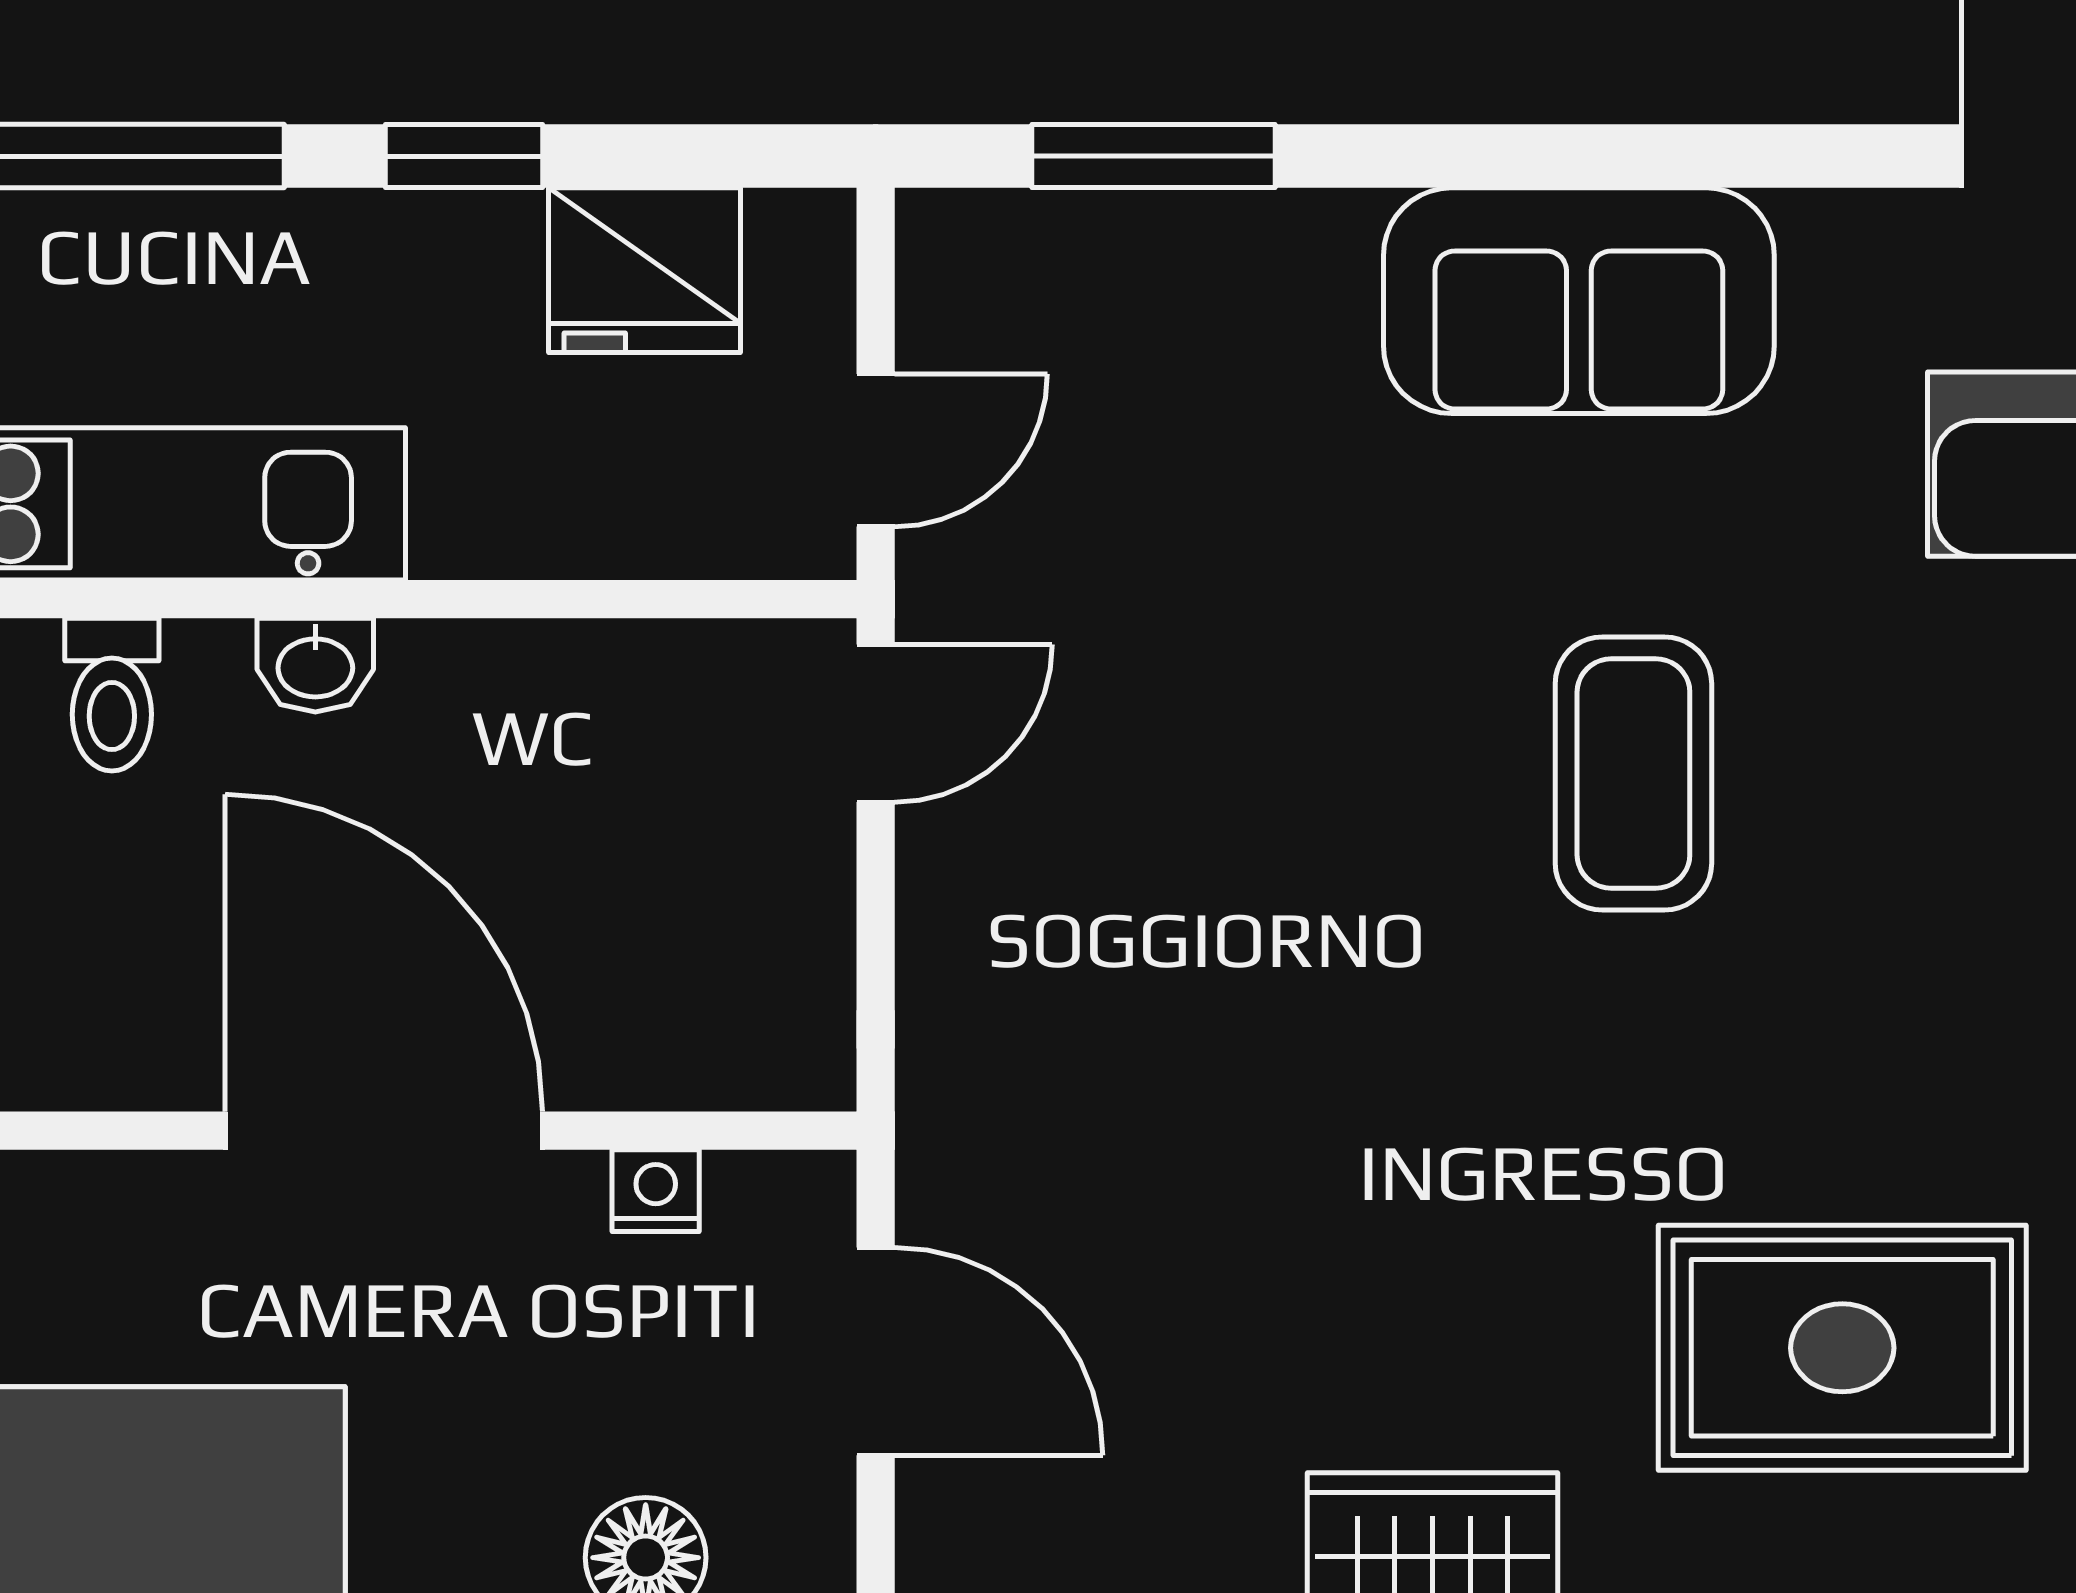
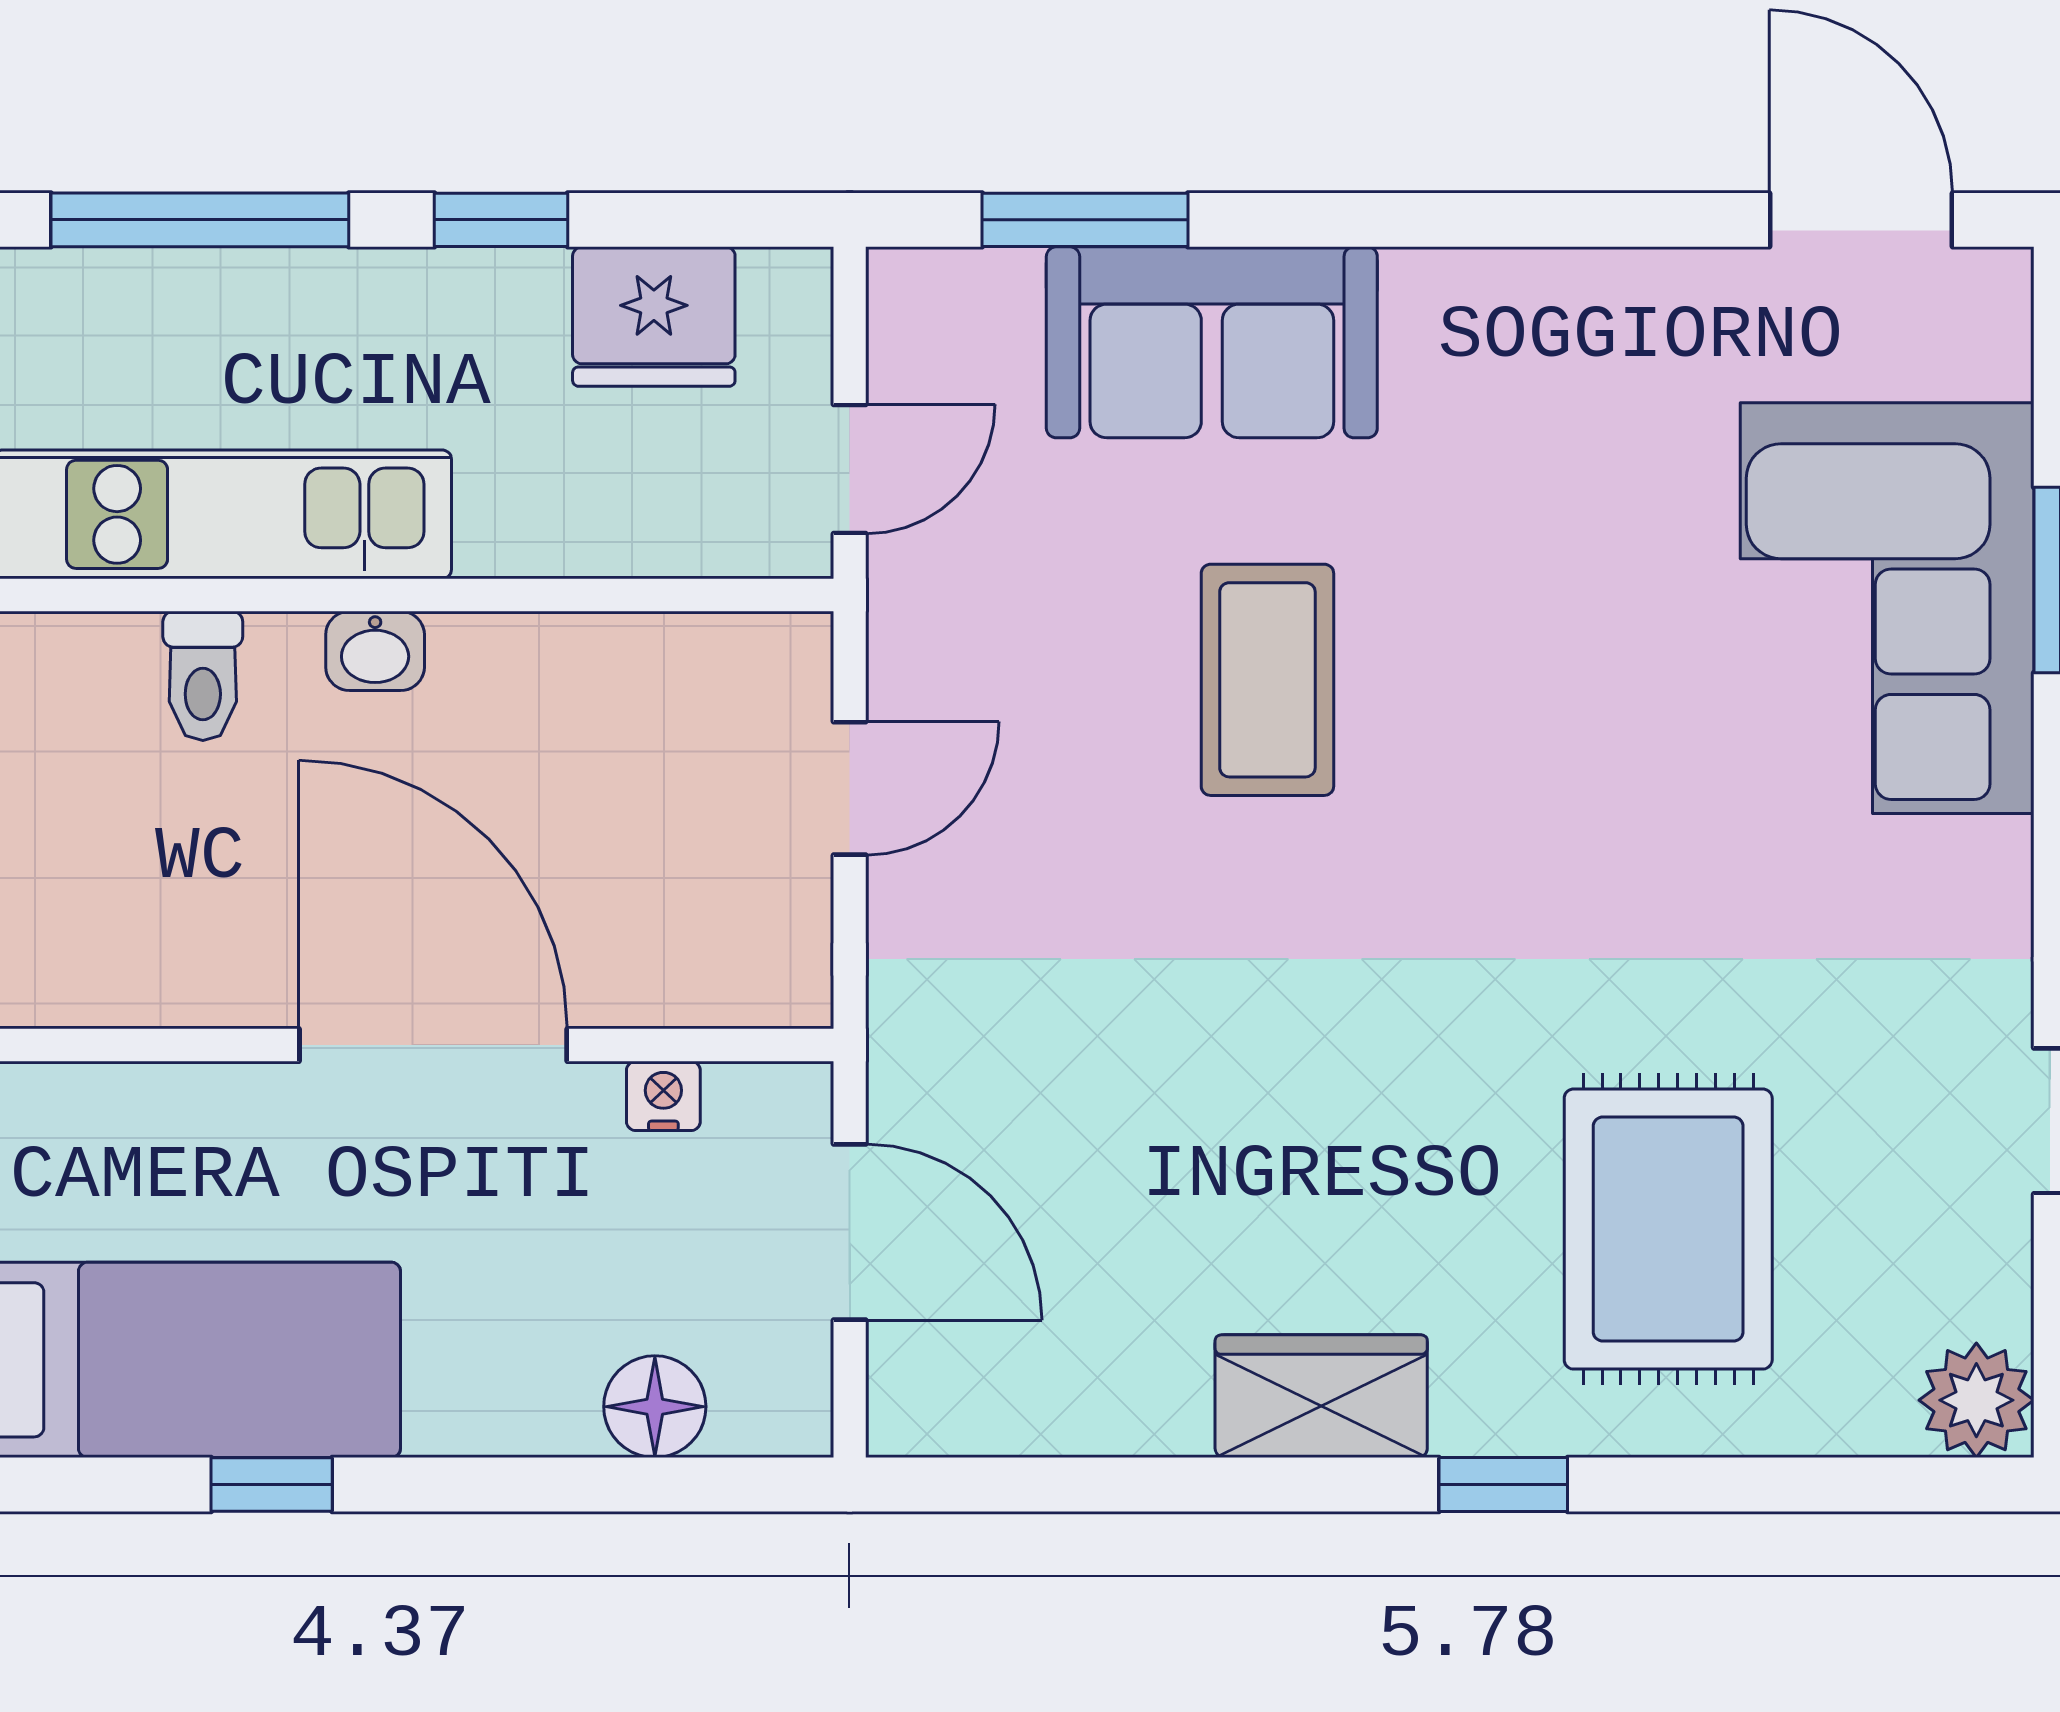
sofa: (1579, 301) -> (1212, 342), moved
door: (876, 723) -> (850, 788), moved
coffee table: (1633, 773) -> (1267, 680), moved
rug: (1842, 1348) -> (1668, 1229), turned 90

